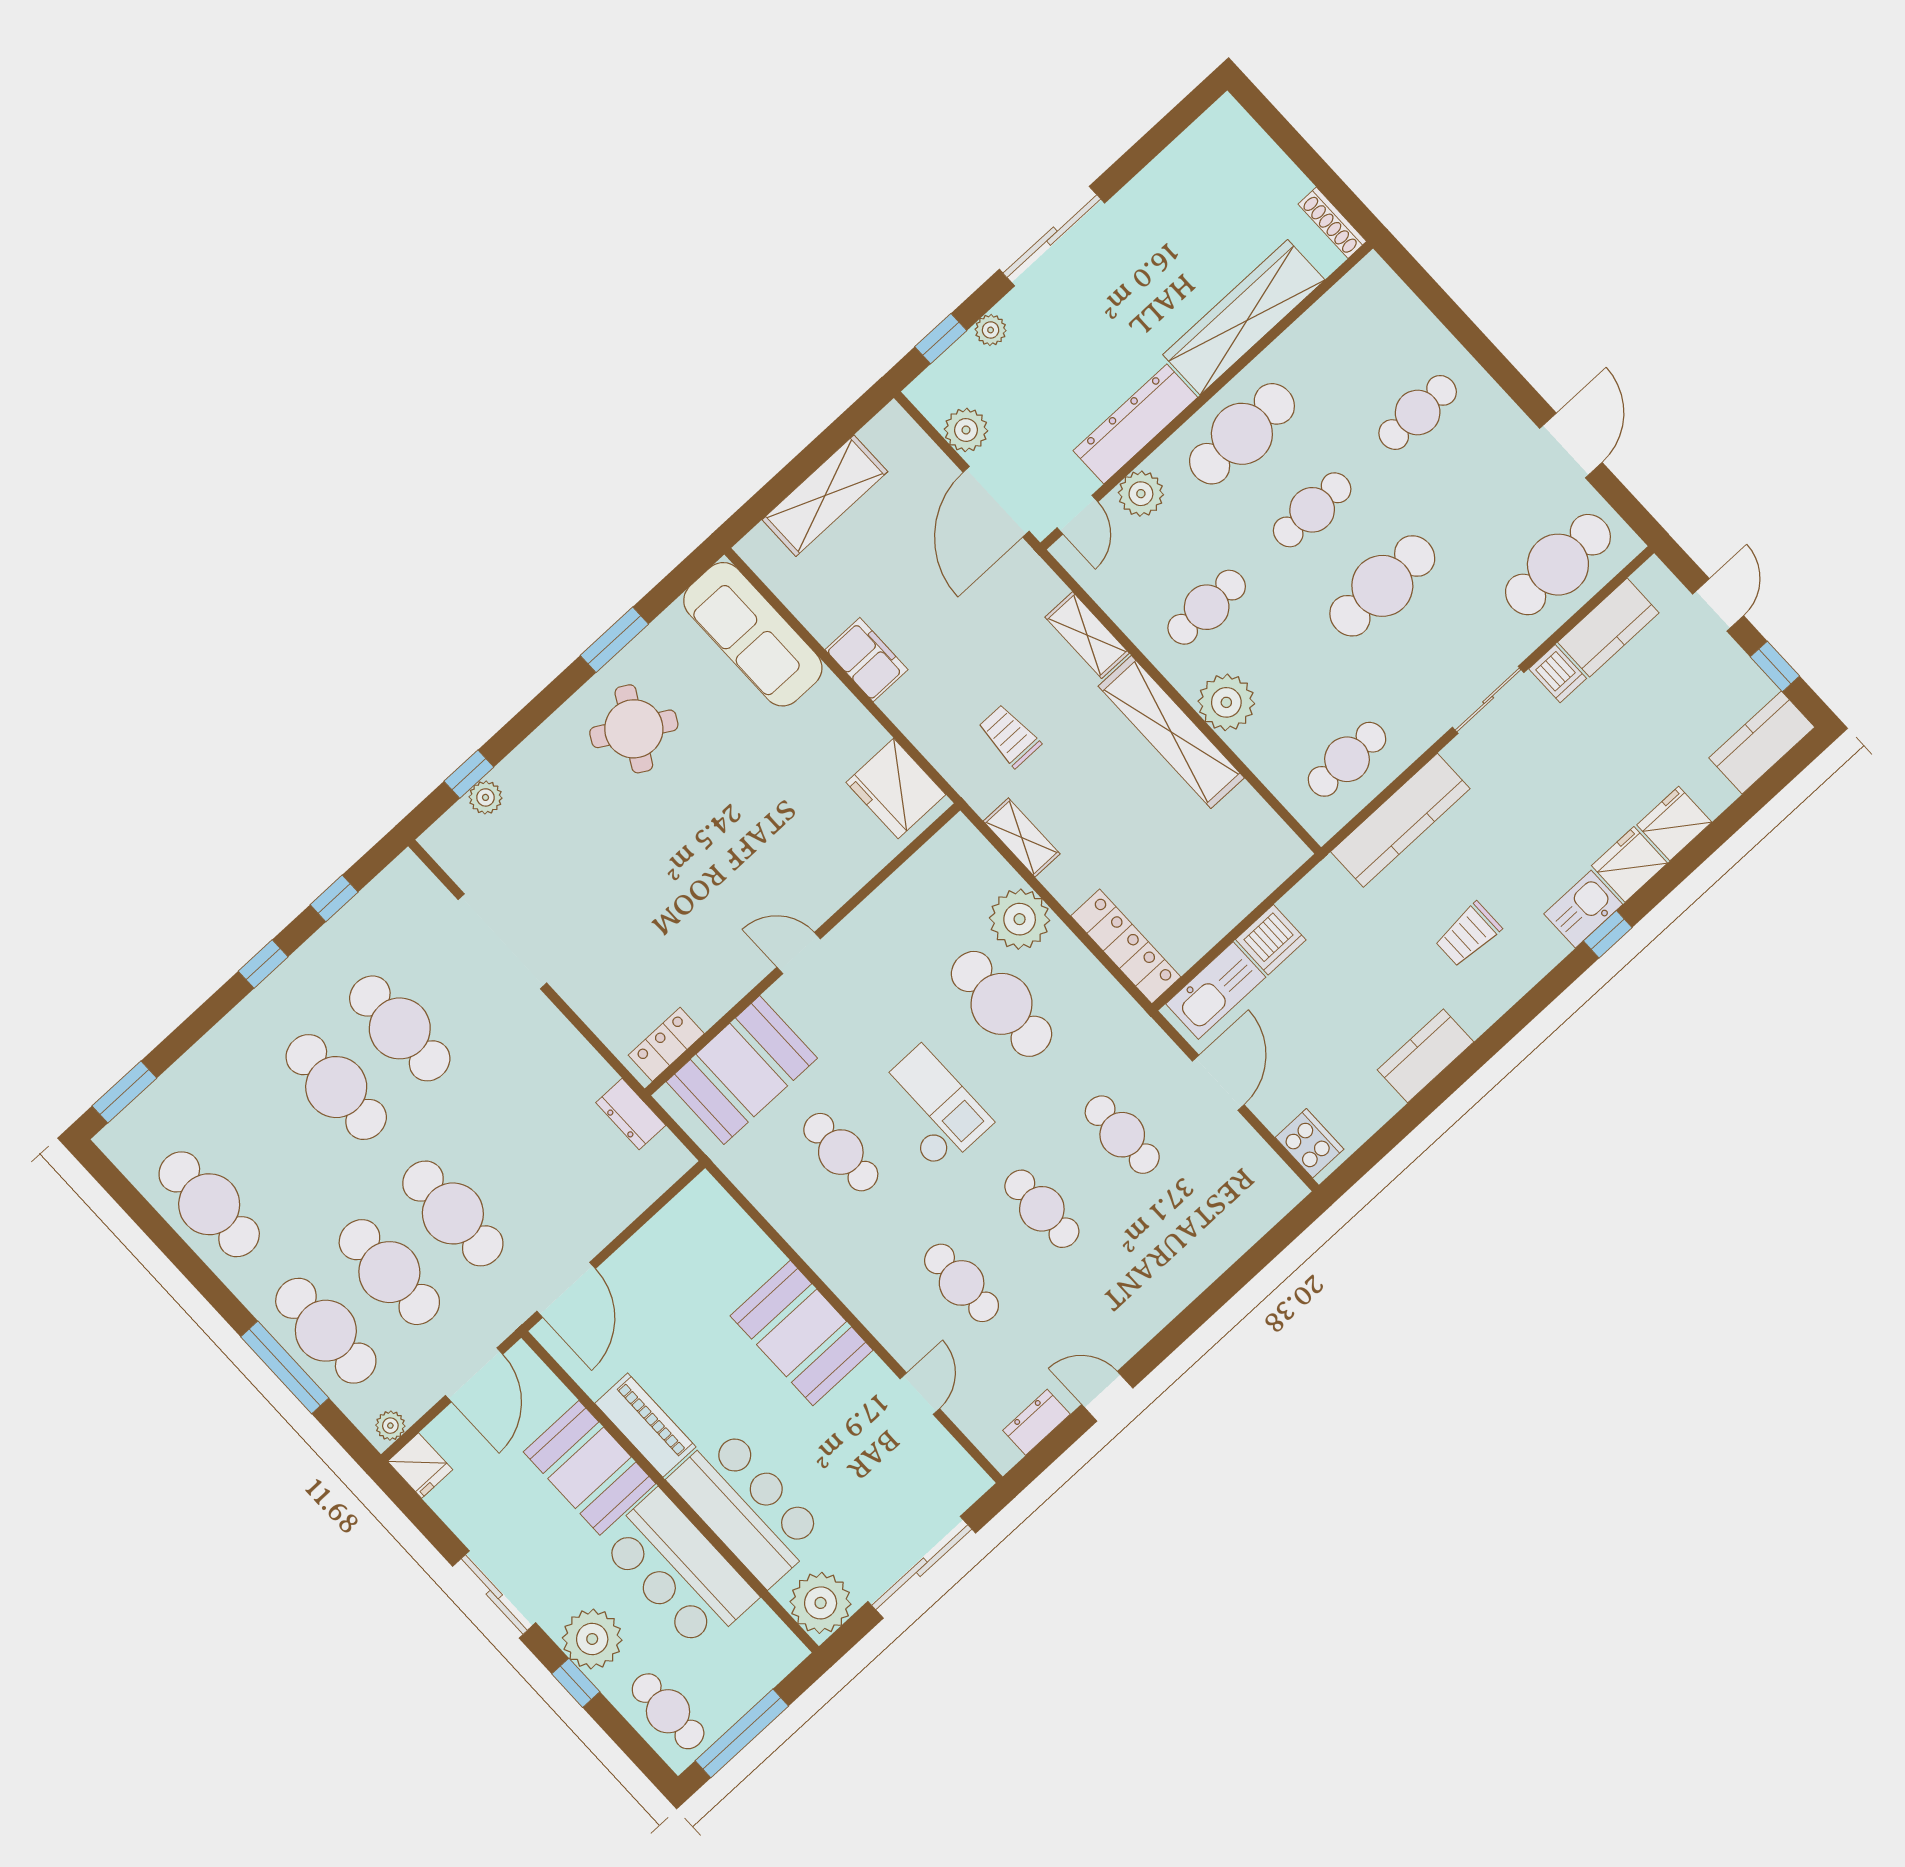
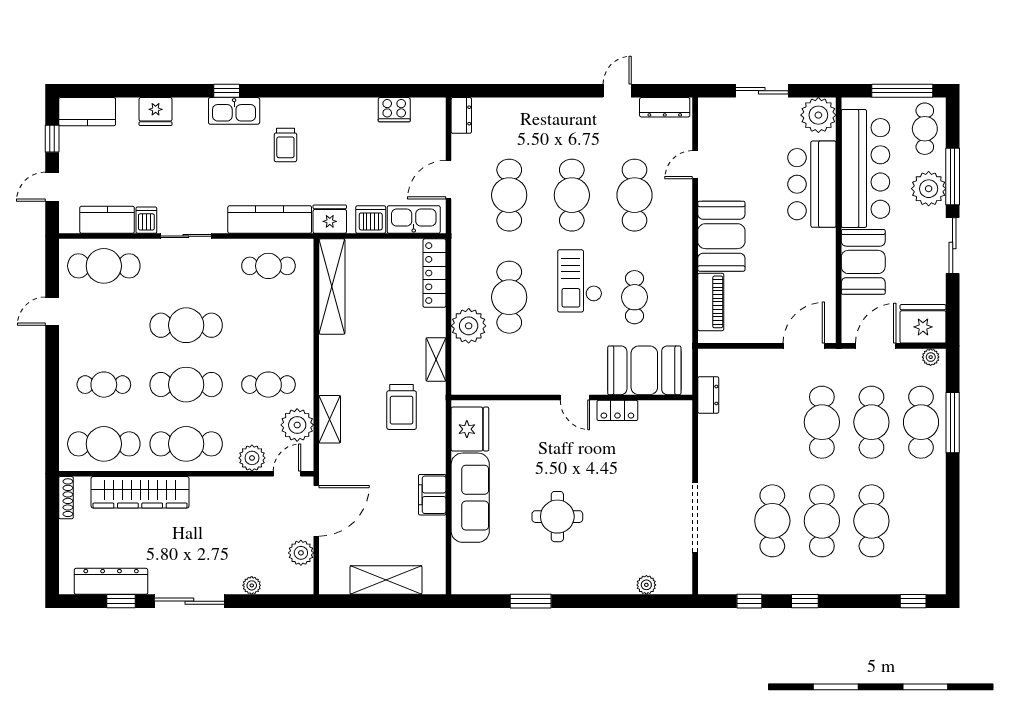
cafe table: (1347, 336) -> (104, 444), added
window: (941, 339) -> (121, 601), moved
dresser: (1135, 424) -> (111, 581), moved, turned 180
door: (1571, 445) -> (52, 311), width x0.73
cafe table: (1312, 510) -> (186, 385), width x1.37, depth x1.35
sofa: (753, 634) -> (470, 498), moved
plant: (1226, 702) -> (297, 425), moved
round table: (634, 729) -> (557, 517), moved, turned -30
shelving: (1171, 732) -> (332, 287), moved
trolley: (1010, 736) -> (402, 407), width x1.36, depth x1.39
window: (469, 774) -> (644, 601), removed
fridge: (1629, 864) -> (330, 219), moved, turned 180
kitchen sink: (1583, 909) -> (234, 111), width x1.38
trolley: (1468, 934) -> (285, 145), turned 90
locker: (666, 1044) -> (617, 410), moved
kitchen counter: (1425, 1056) -> (351, 110), removed
window: (124, 1092) -> (913, 601), width x0.67
cafe table: (1122, 1135) -> (509, 195), width x1.37, depth x1.35
cooker: (1309, 1143) -> (394, 110), moved, turned -90
dresser: (1278, 1180) -> (461, 115), added
cafe table: (209, 1204) -> (871, 521), moved
cafe table: (1042, 1209) -> (572, 195), width x1.37, depth x1.35
cafe table: (962, 1283) -> (635, 195), width x1.37, depth x1.35
door: (1107, 1396) -> (617, 91), swing flipped
dresser: (1036, 1422) -> (665, 107), width x1.44
piano: (645, 1425) -> (711, 302), moved, turned 180
fridge: (420, 1465) -> (923, 324), width x1.88, depth x1.34
sliding door: (922, 1567) -> (762, 91), width x0.73
bar counter: (678, 1570) -> (865, 168), width x1.36
window: (576, 1683) -> (953, 177), width x2.17

